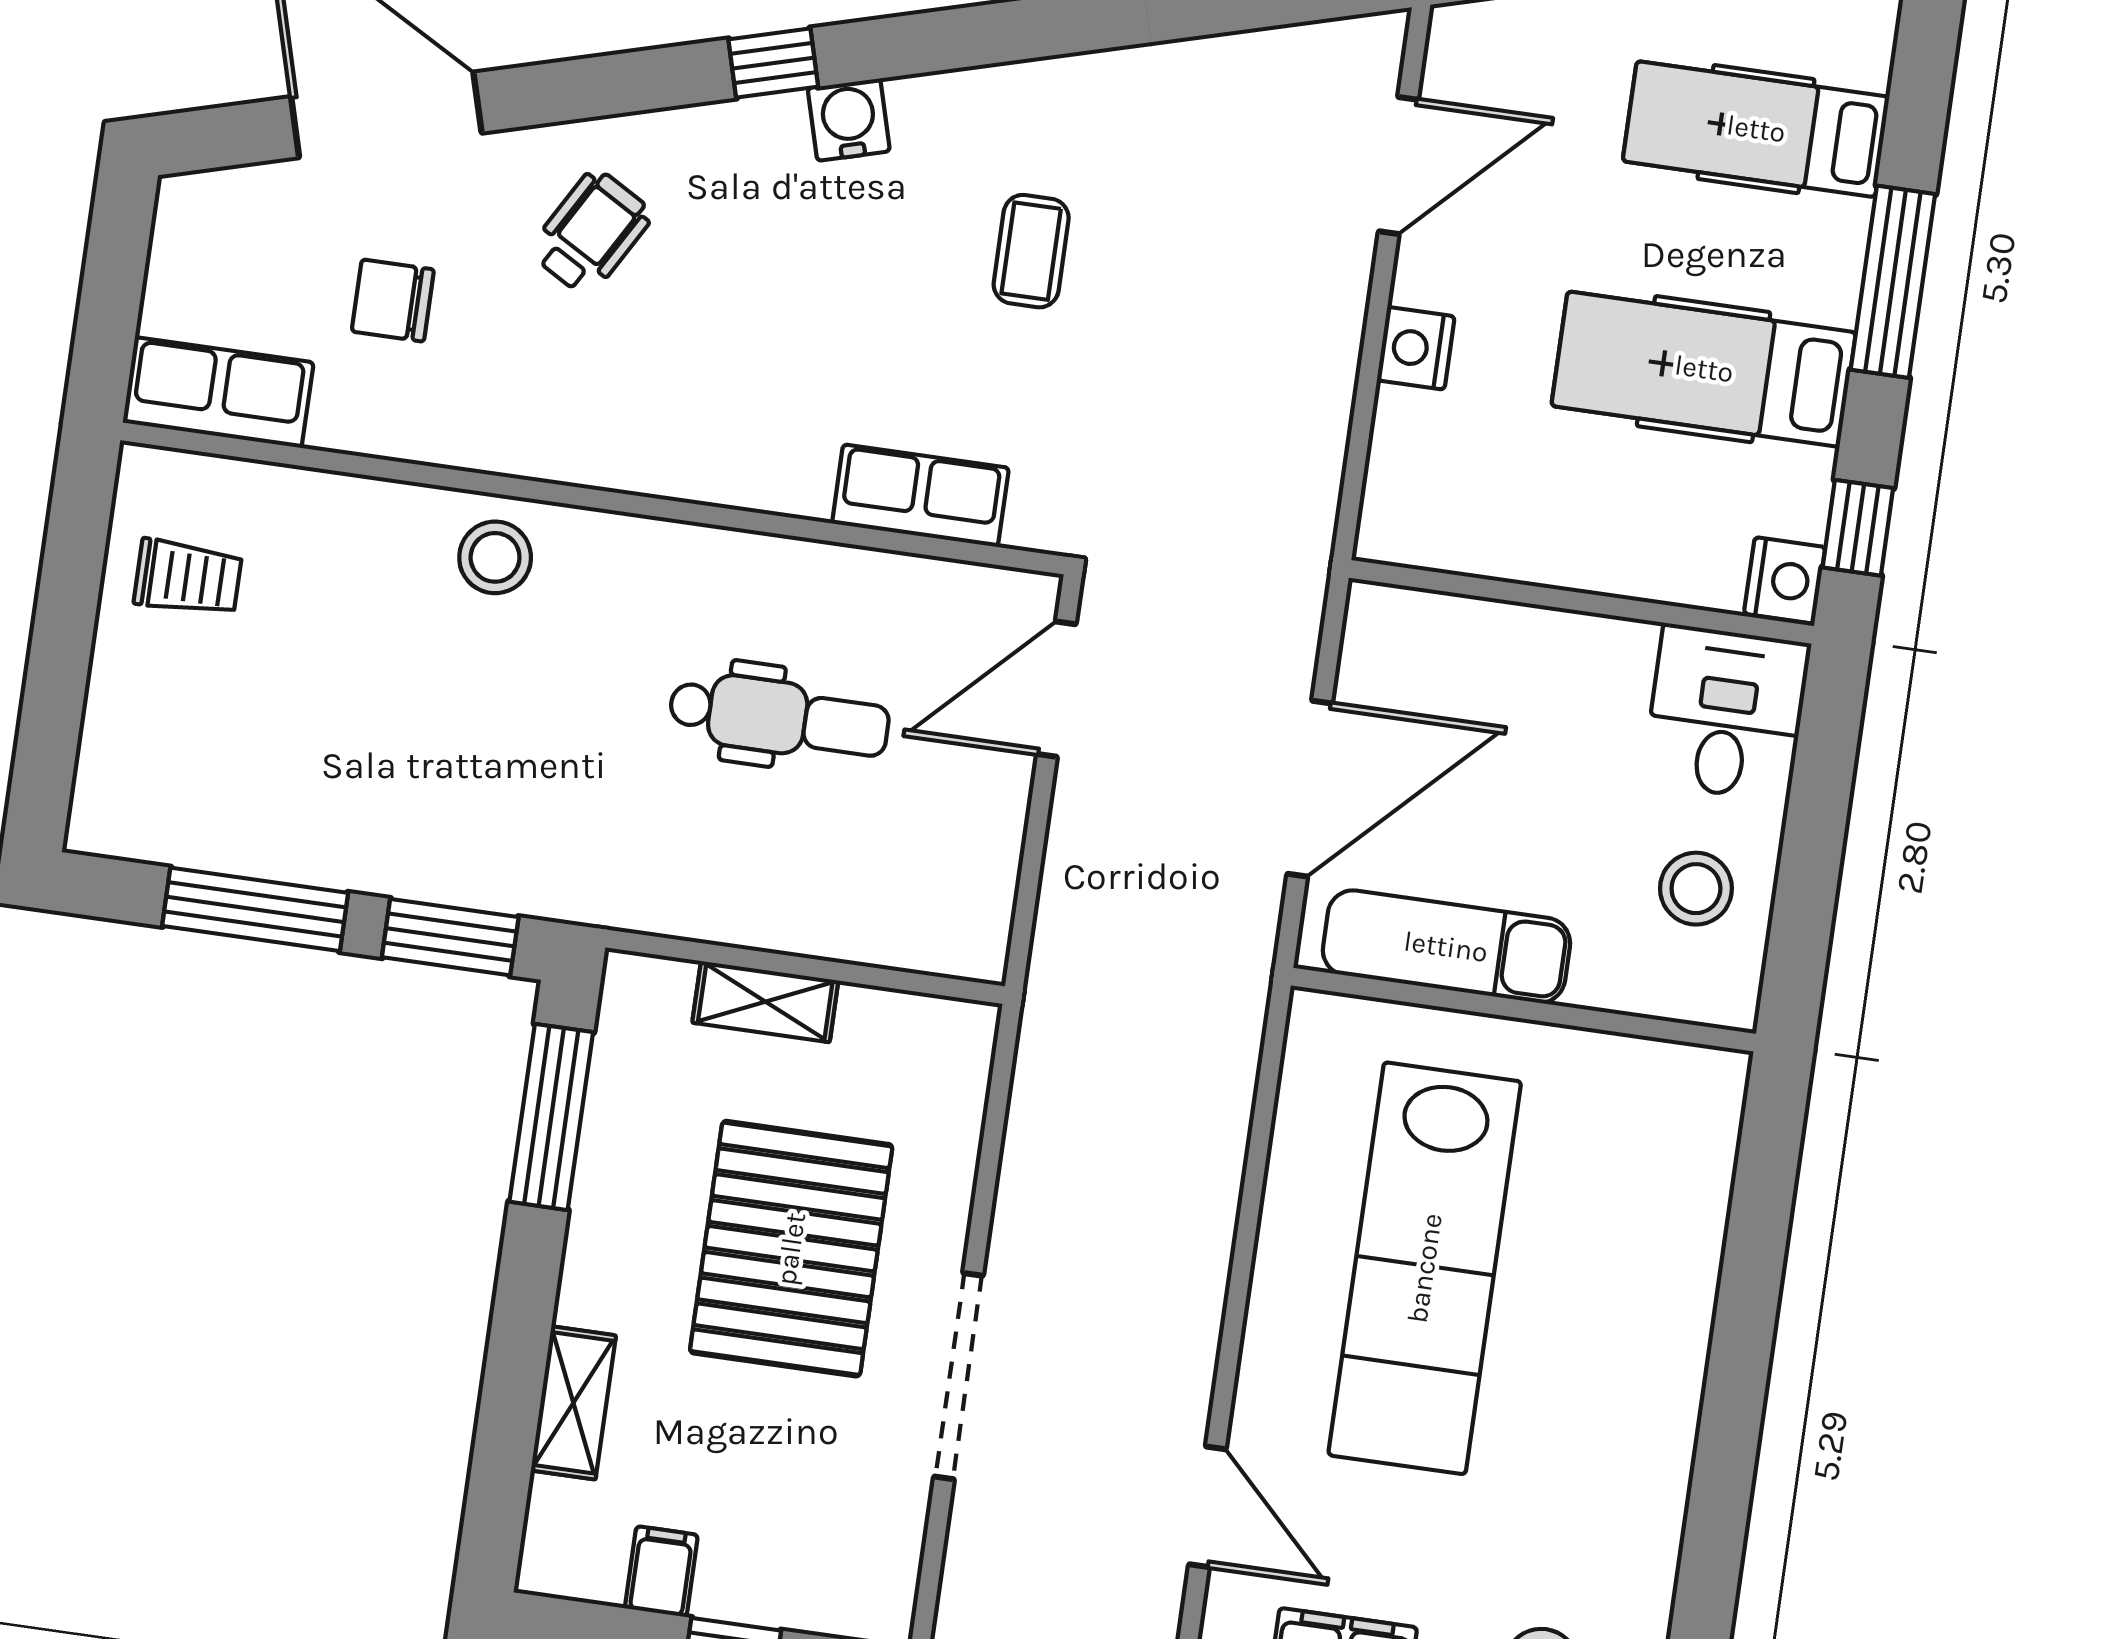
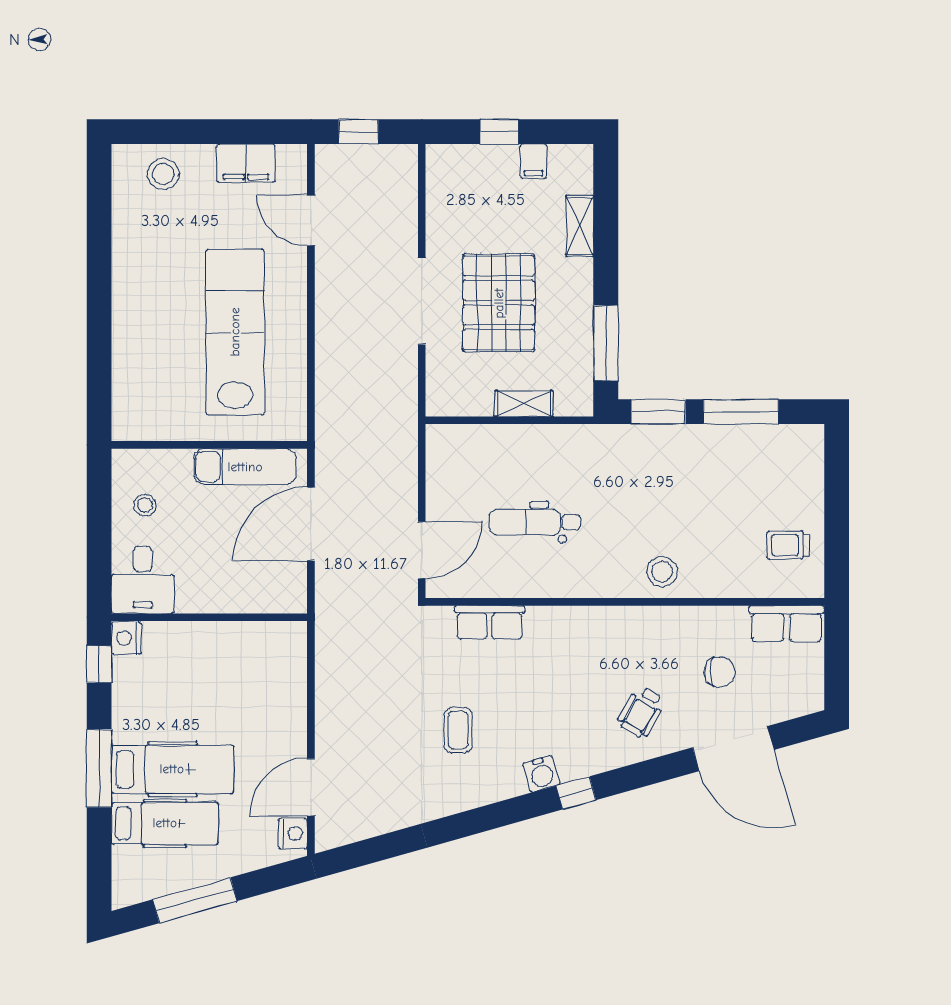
nightstand: (1416, 348) -> (293, 834), moved
hospital bed: (1704, 369) -> (172, 769), moved
stool: (1696, 889) -> (145, 505), width x0.73, depth x0.73
doorway: (959, 1376) -> (422, 301), moved

